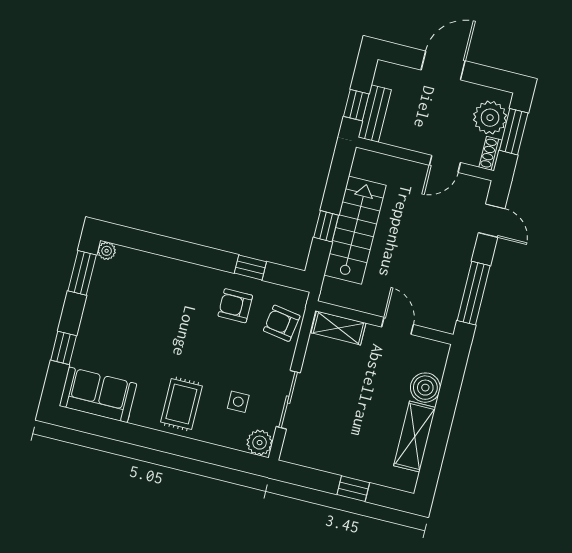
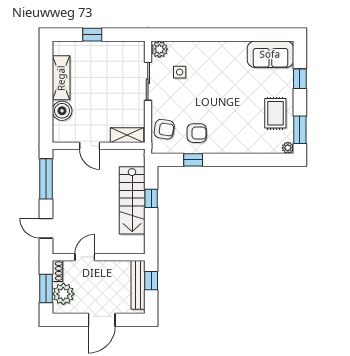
bench: (375, 113) -> (138, 285), width x1.36
rug: (181, 404) -> (275, 113), moved

